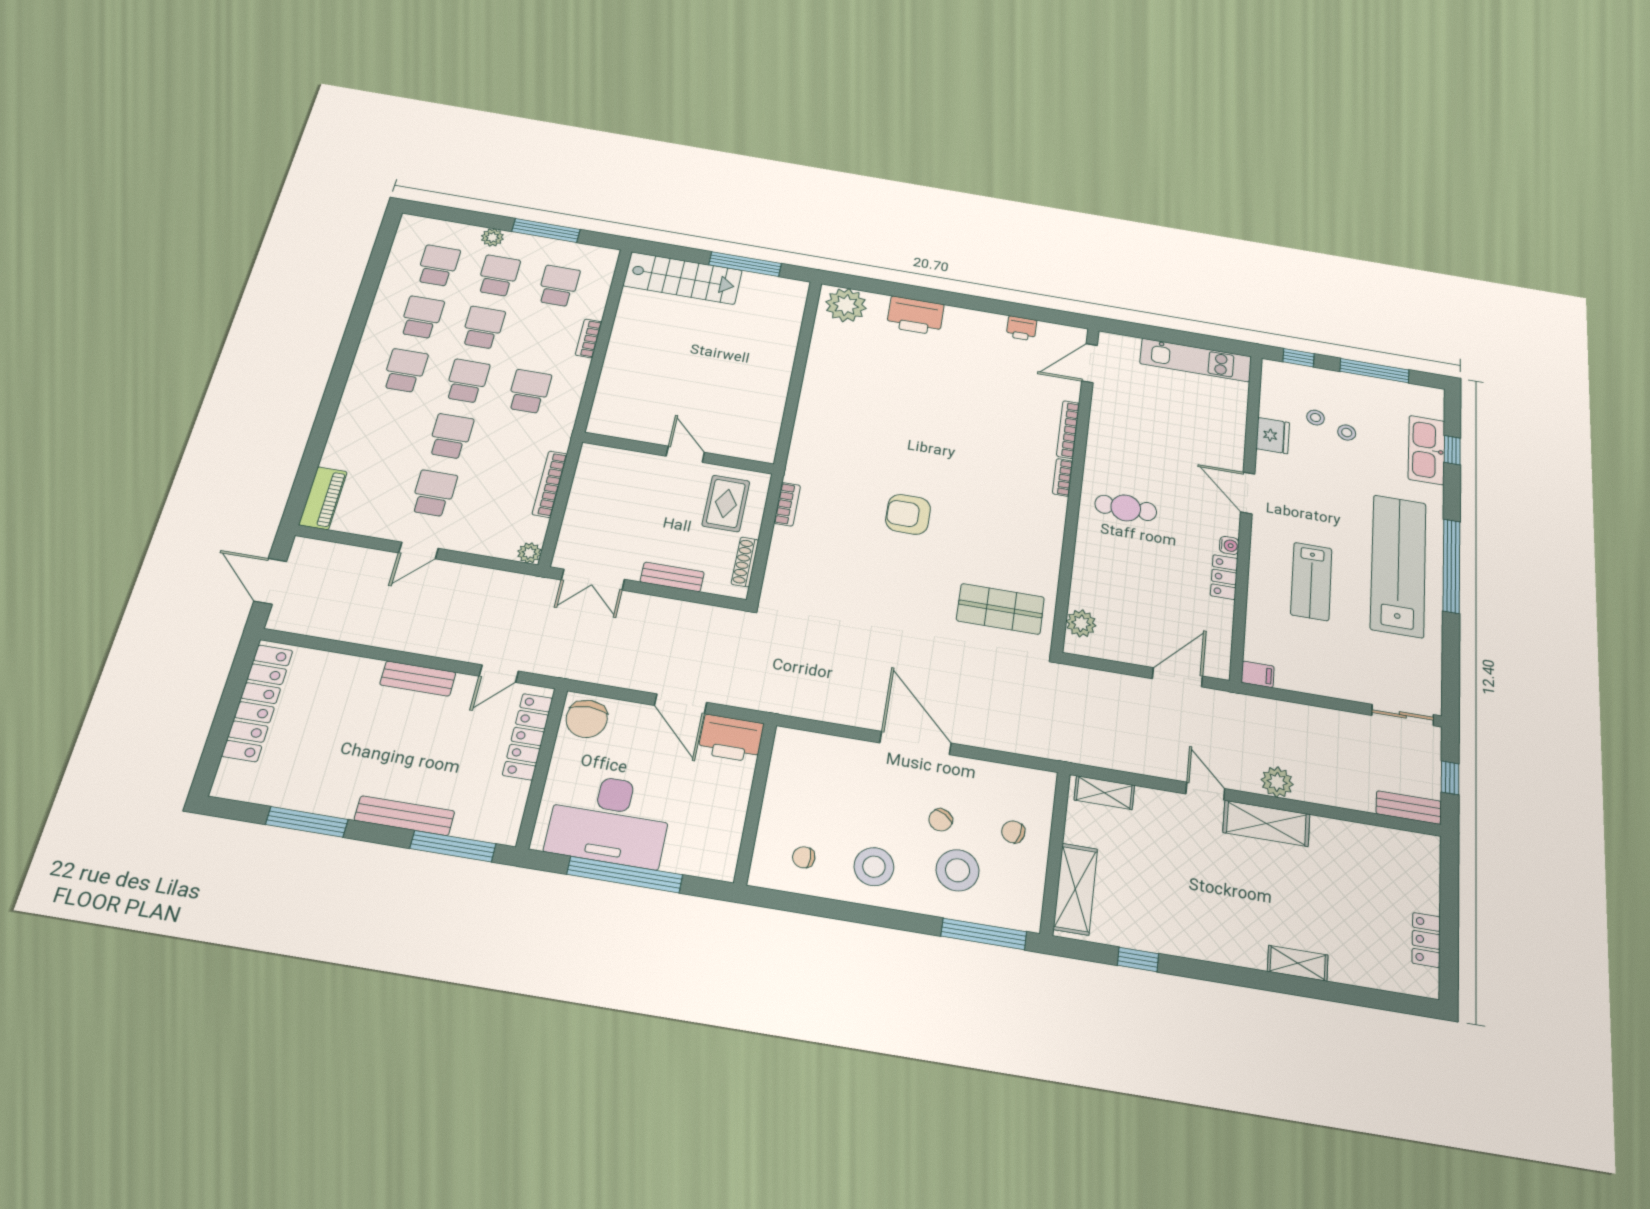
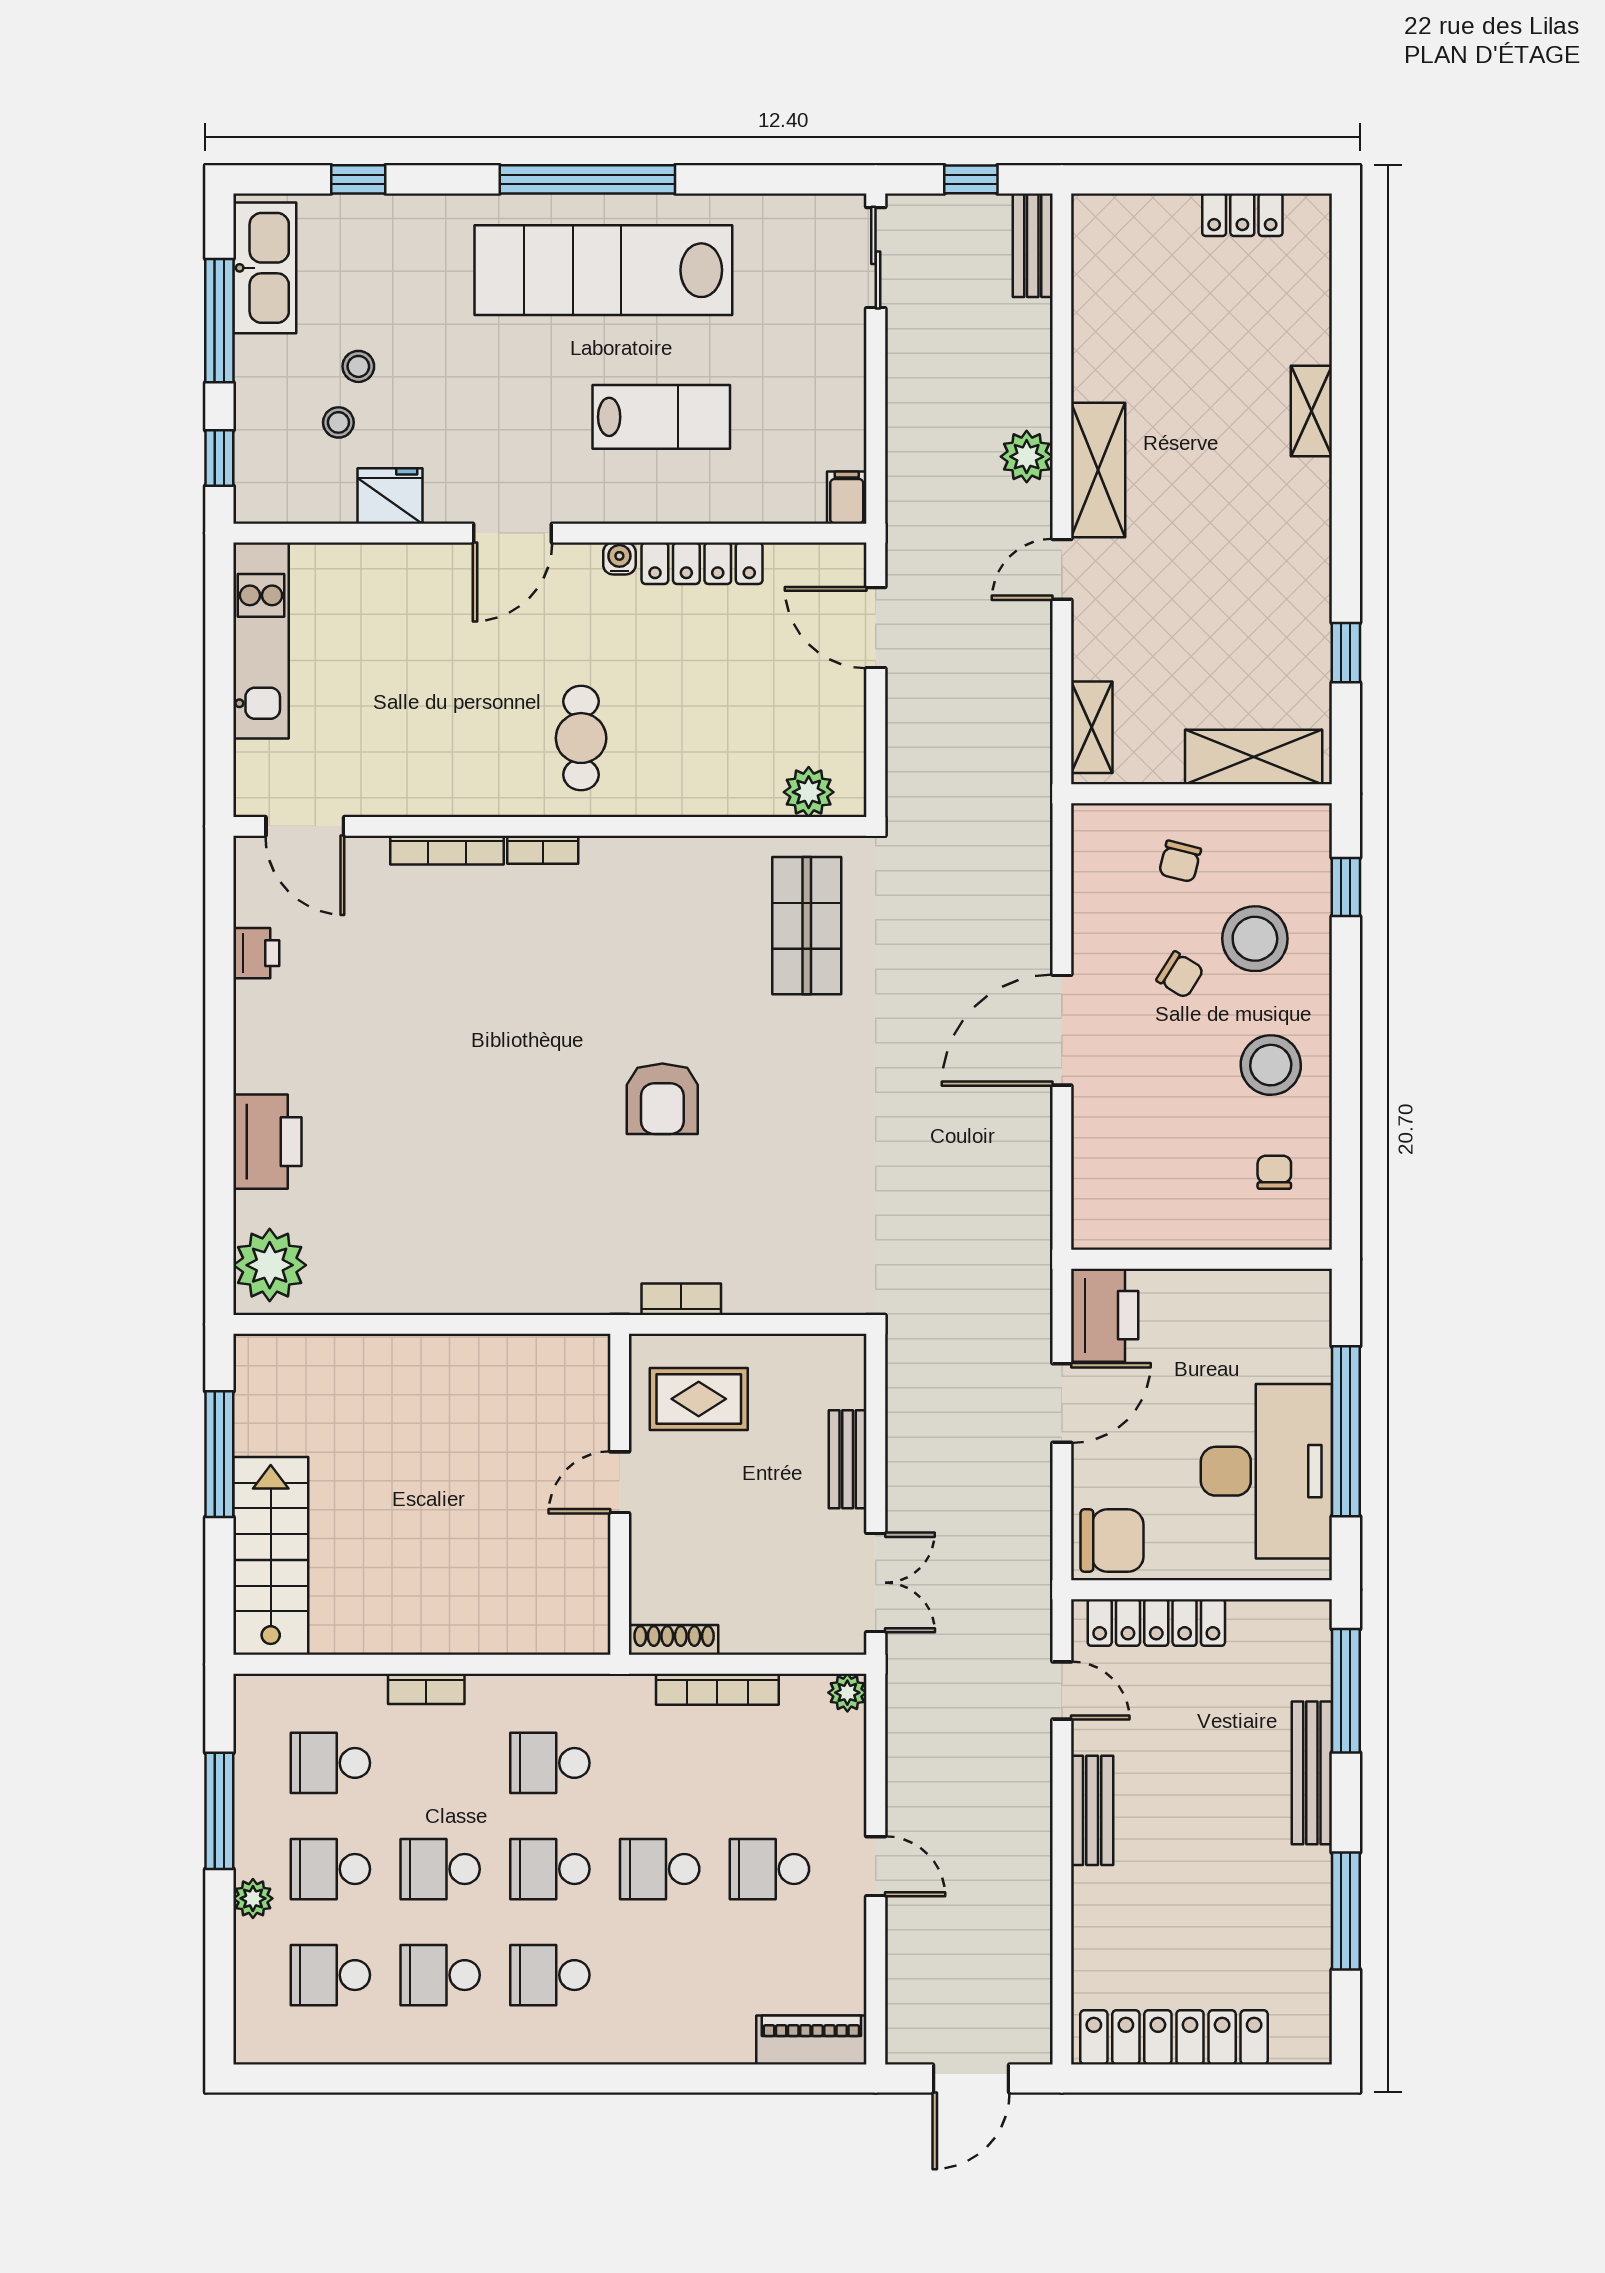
kitchen sink: (1427, 450) -> (265, 268), moved, turned -90
shoe rack: (745, 562) -> (674, 1640), moved, turned 180
locker: (1224, 577) -> (702, 563), width x1.53
chair: (804, 857) -> (1274, 1172), turned 180
window: (984, 934) -> (1346, 887), width x0.46

